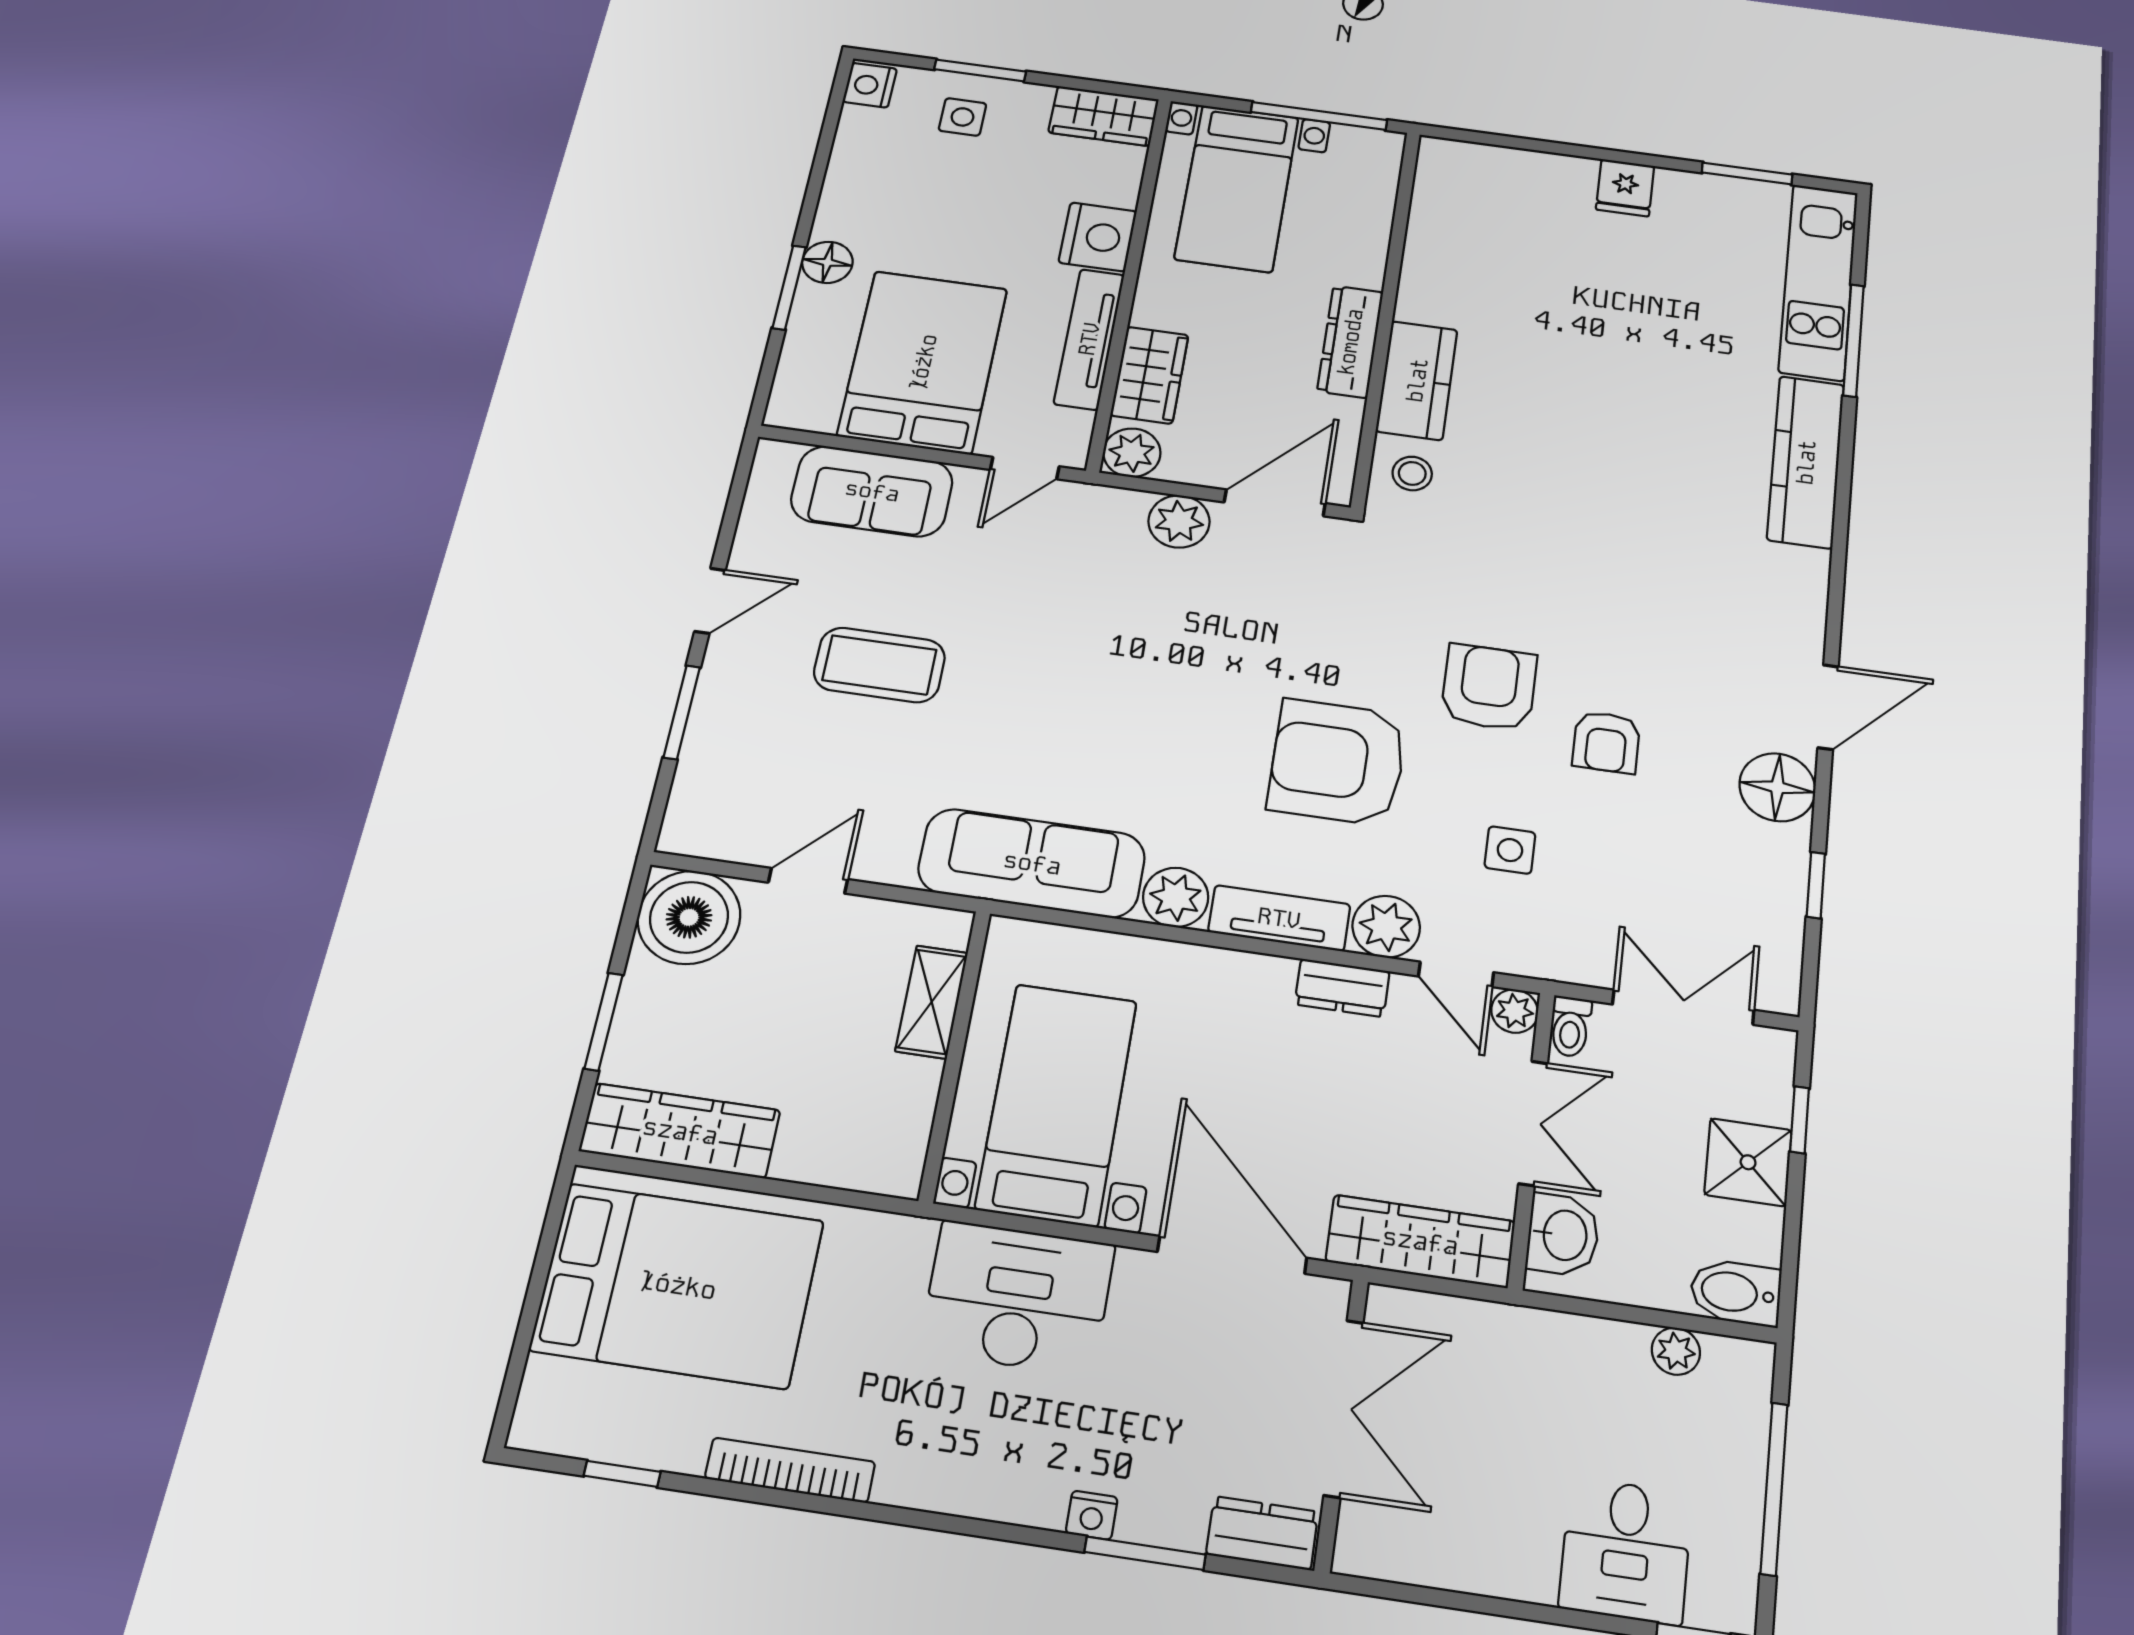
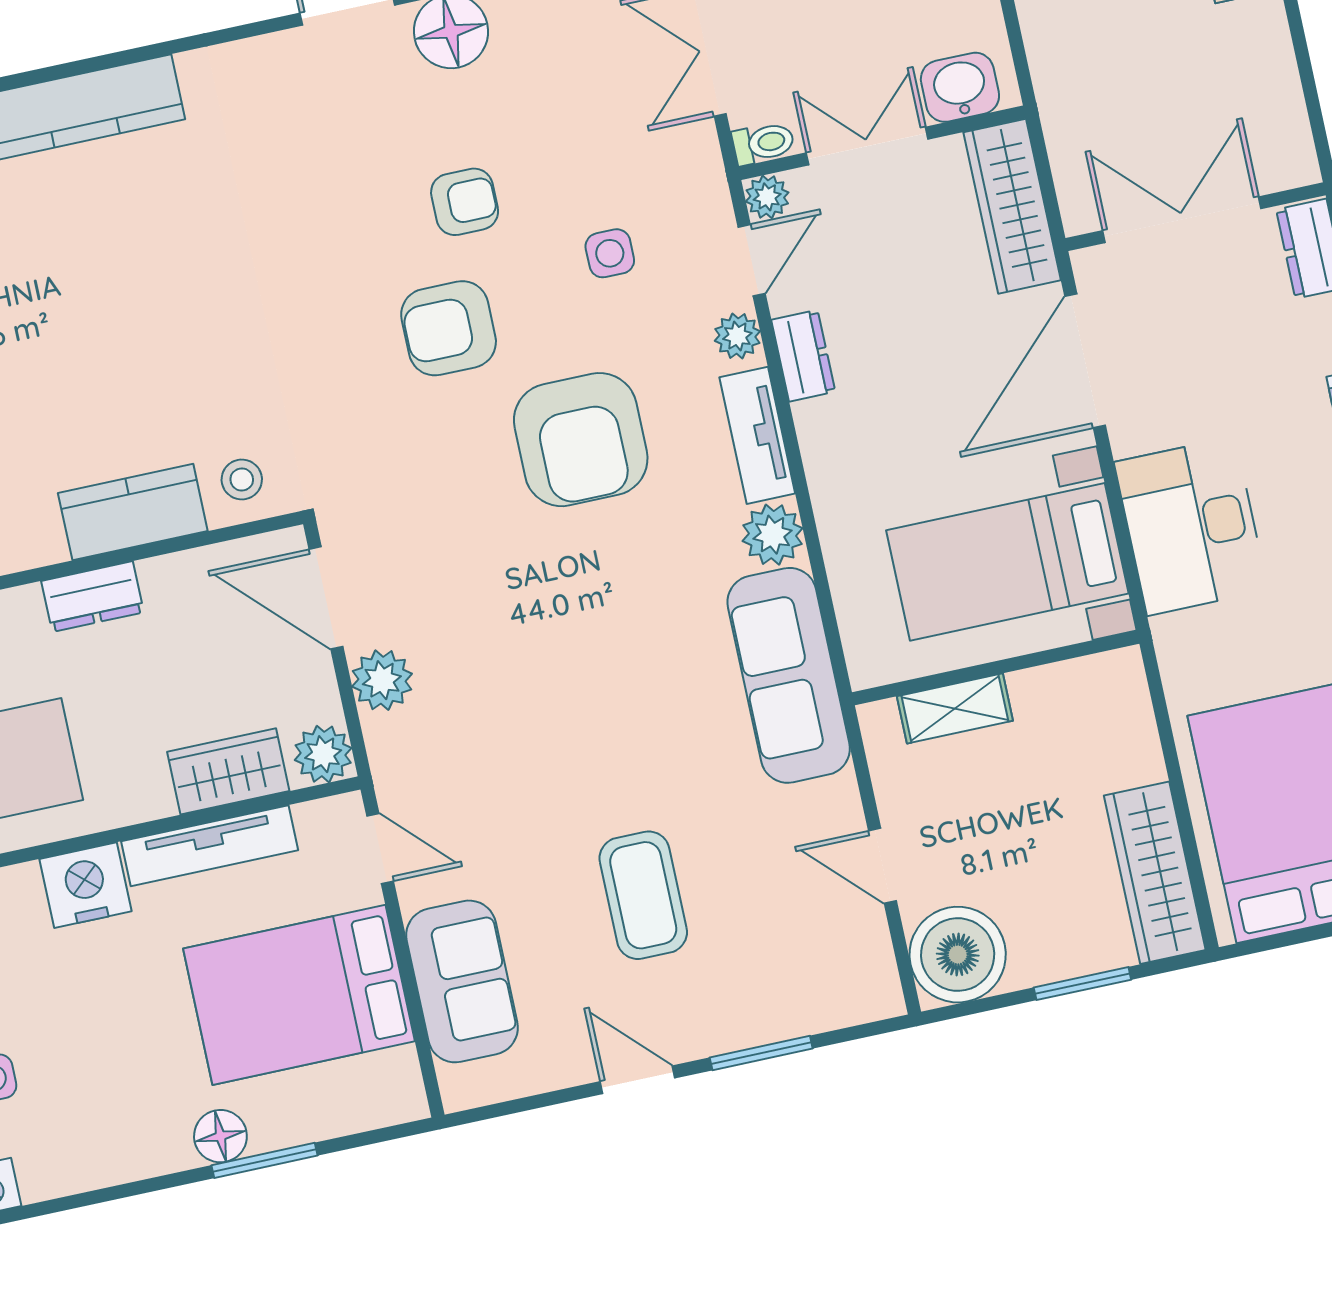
dresser: (1350, 342) -> (93, 597), width x0.70
plant: (1386, 927) -> (737, 336), width x0.73, depth x0.73

